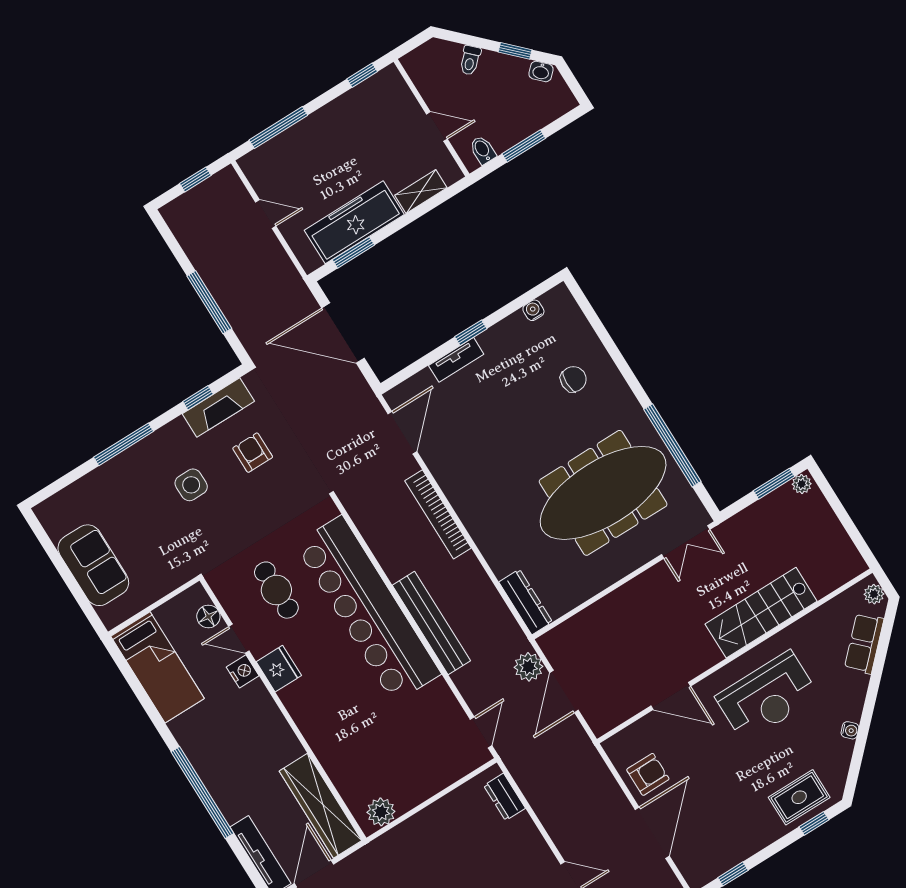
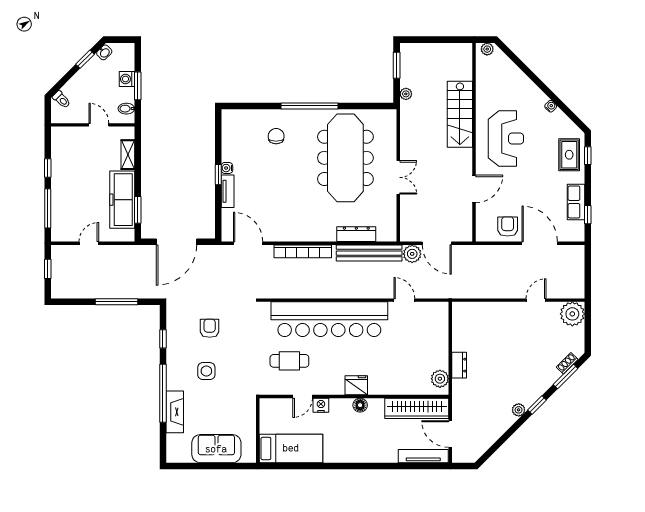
toilet: (470, 60) -> (62, 100), moved
window: (362, 75) -> (48, 168), moved
washing machine: (524, 125) -> (127, 79), added
door: (437, 126) -> (99, 125), hinge flipped
water cooler: (533, 310) -> (227, 168), moved
fireplace: (218, 408) -> (175, 412), moved
window: (124, 444) -> (163, 393), width x1.46
window: (672, 445) -> (309, 106), moved
armchair: (253, 453) -> (210, 328), turned 90
plant: (802, 484) -> (406, 94), moved
double door: (686, 542) -> (398, 177), moved
dresser: (526, 602) -> (356, 234), moved
floor lamp: (208, 616) -> (360, 405), moved
bench: (431, 623) -> (369, 253), moved
row of seats: (864, 643) -> (576, 202), moved, turned 45
fridge: (279, 669) -> (356, 385), moved
door: (481, 732) -> (404, 300), moved
window: (202, 793) -> (371, 466), removed
dresser: (505, 797) -> (459, 365), moved, turned -90

